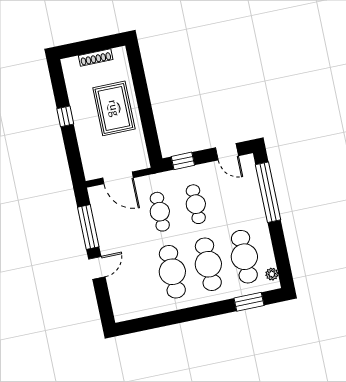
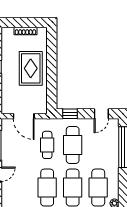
door: (227, 152) -> (101, 114), hinge flipped
cafe table: (196, 204) -> (73, 145), width x1.37, depth x1.35

